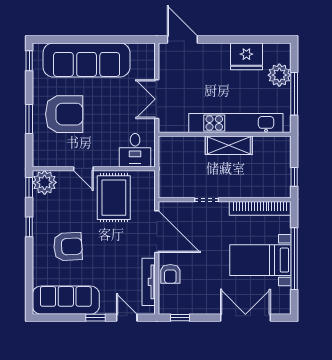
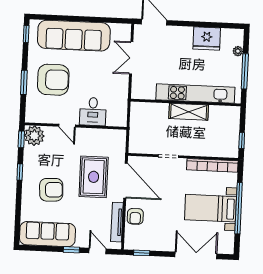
plant: (279, 75) -> (238, 51), width x0.53, depth x0.53
double door: (157, 99) -> (131, 58), moved
desk: (135, 150) -> (93, 112), moved
rug: (114, 198) -> (94, 177), moved

